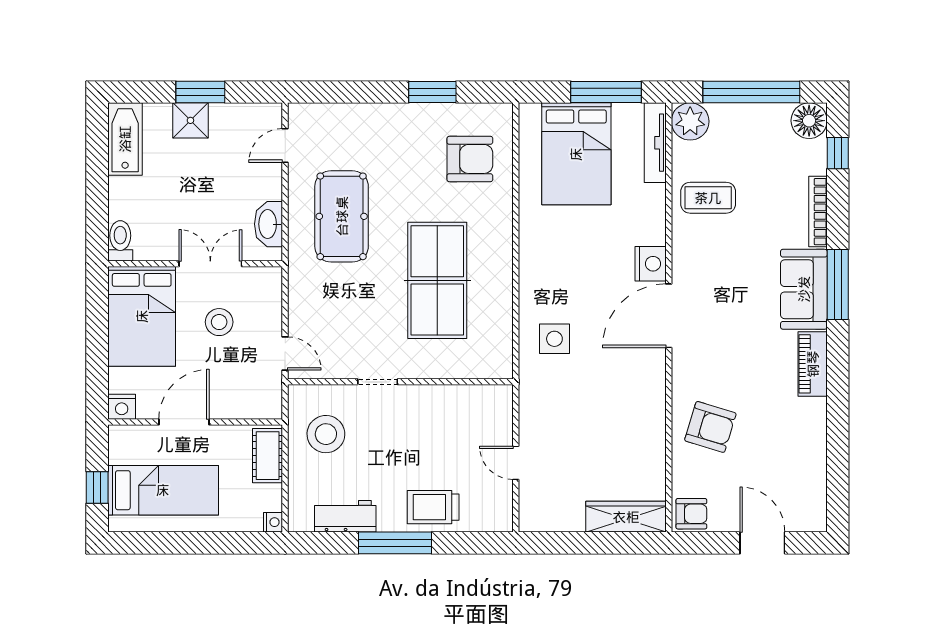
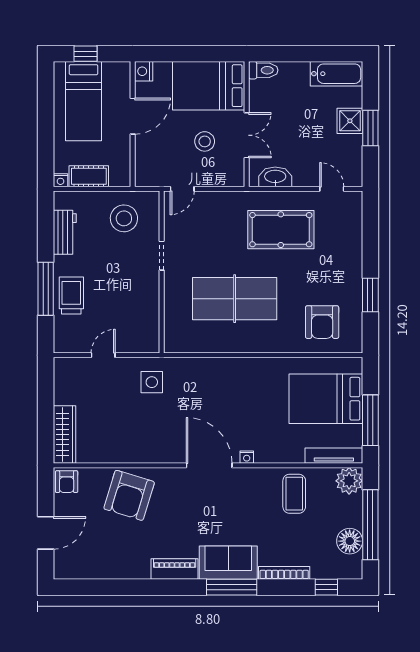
floor lamp: (809, 121) -> (350, 541), moved
nightstand: (651, 264) -> (247, 457), width x0.53, depth x0.56
side table: (554, 339) -> (152, 382), moved
door: (184, 422) -> (133, 116), hinge flipped
armchair: (710, 427) -> (129, 495), width x1.36, depth x1.36
cot: (268, 456) -> (89, 176), moved
window: (395, 543) -> (46, 289), moved

